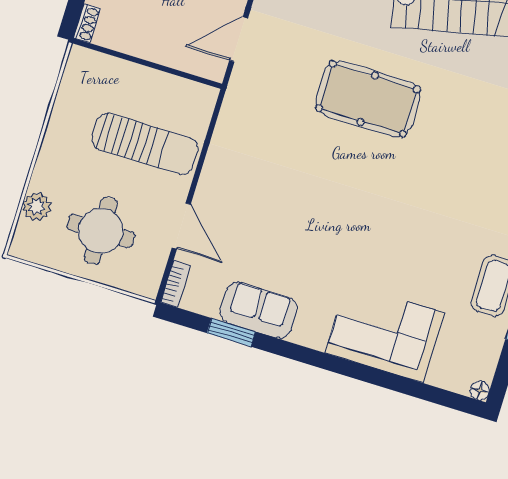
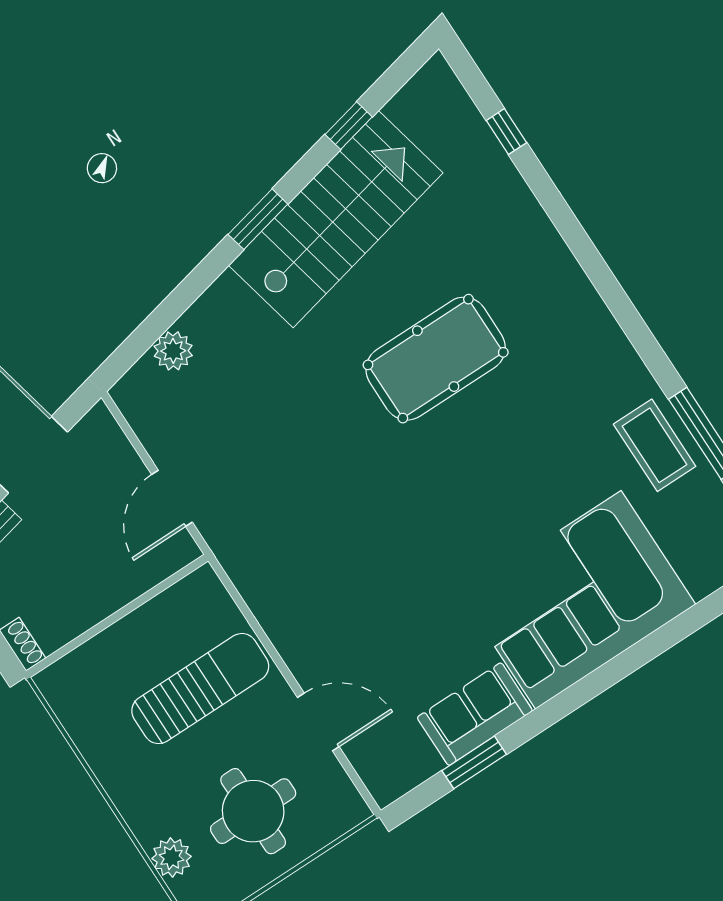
pool table: (368, 99) -> (436, 359), moved
bookcase: (175, 284) -> (374, 779), removed
corner sofa: (385, 333) -> (578, 600), width x1.36, depth x1.36

